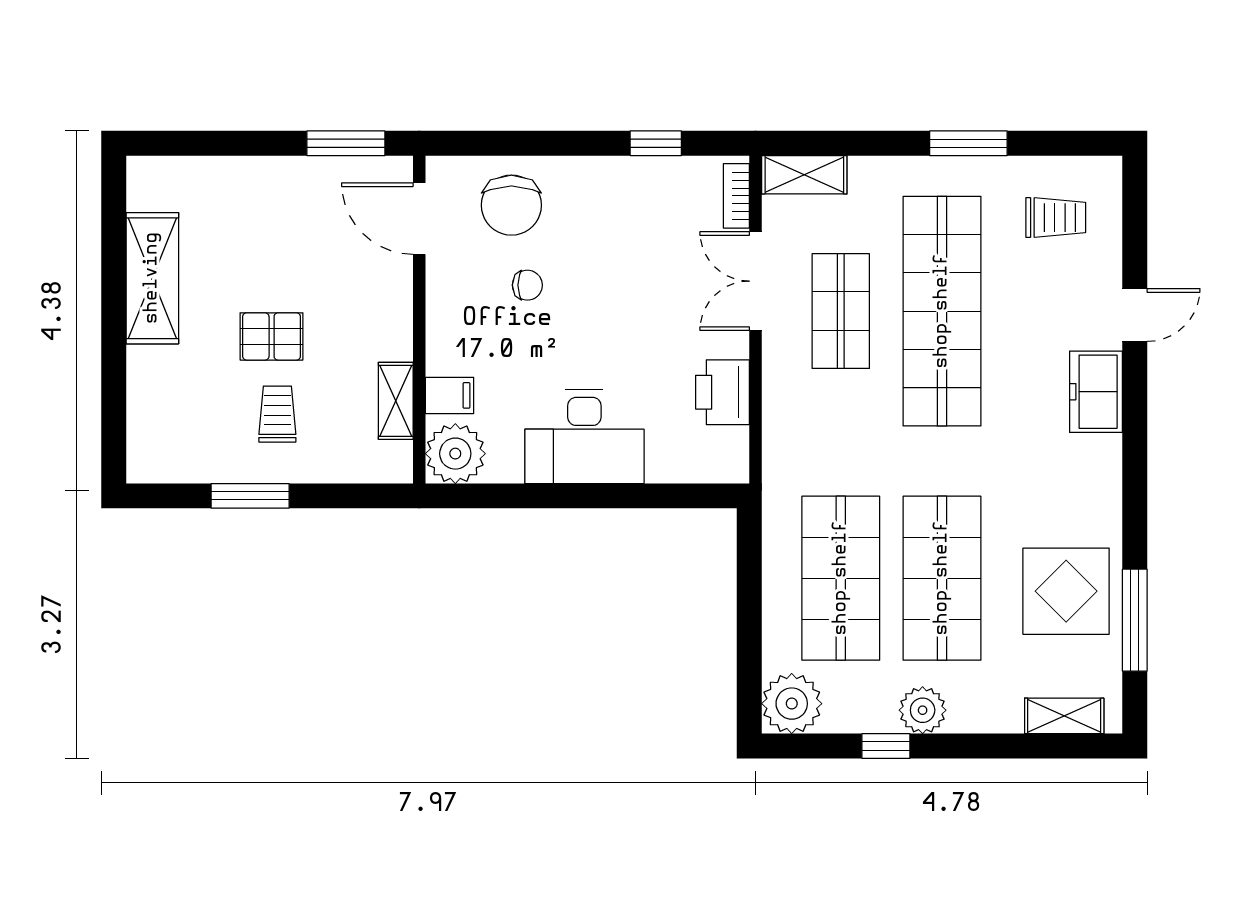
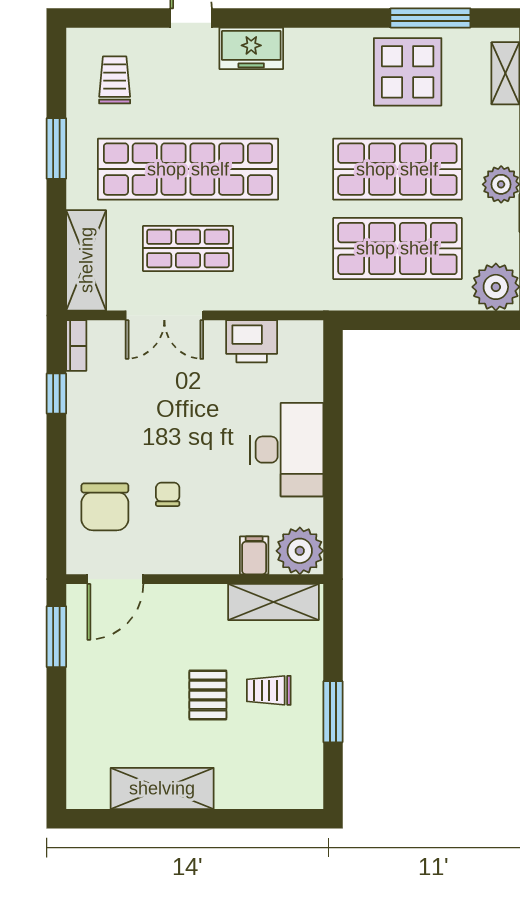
shelving: (804, 175) -> (86, 260), width x1.50, depth x1.33
bookcase: (736, 196) -> (76, 346), moved, turned -90
chair: (511, 205) -> (105, 507), turned 90
shelving: (396, 401) -> (273, 602), width x1.50, depth x1.33

